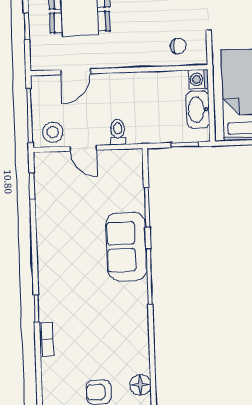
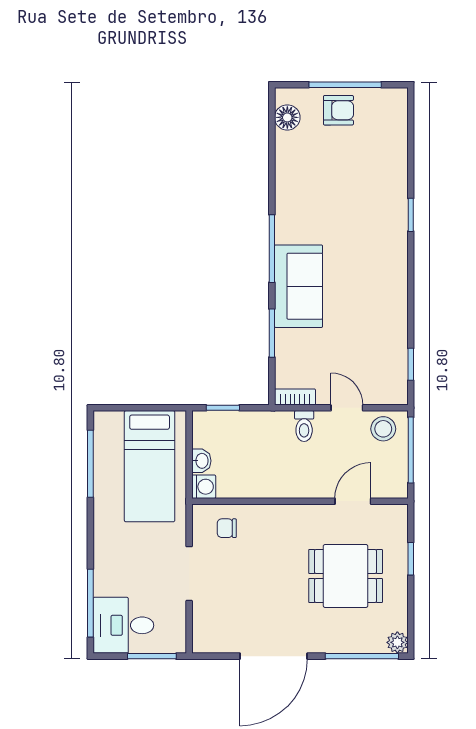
washbasin: (198, 110) -> (201, 461), width x0.52, depth x0.69
bookcase: (46, 339) -> (295, 397), moved, turned 90

